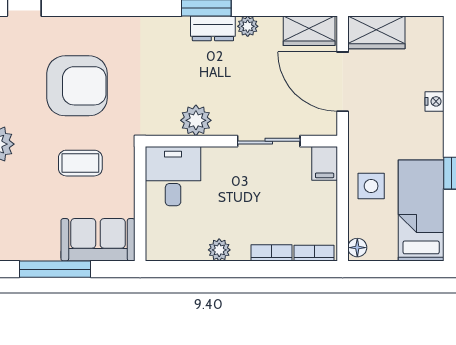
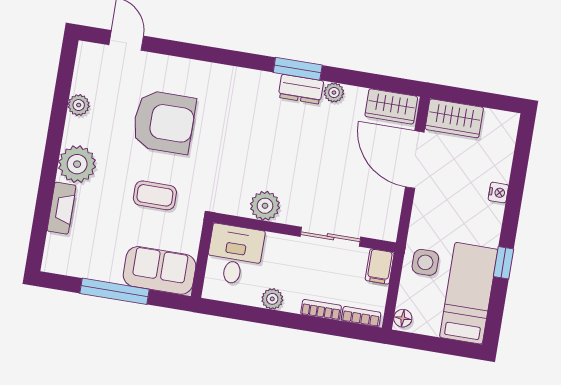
plant: (196, 120) -> (265, 206), moved
wall: (241, 141) -> (305, 232), moved
sliding door: (269, 141) -> (330, 237), moved
filing cabinet: (325, 163) -> (380, 267), moved
desk: (173, 176) -> (235, 255), moved

